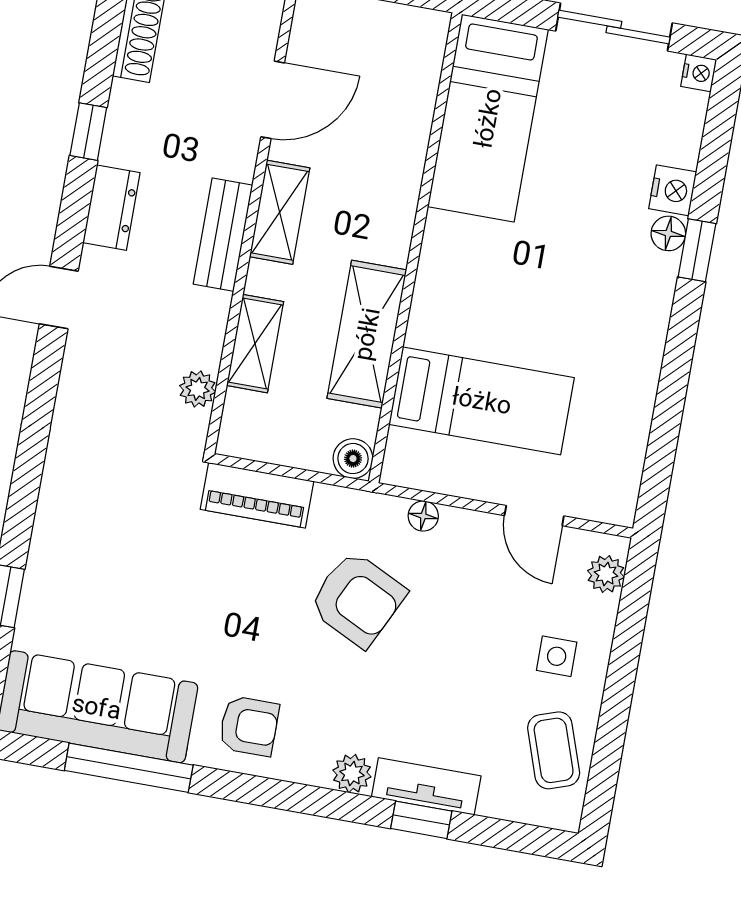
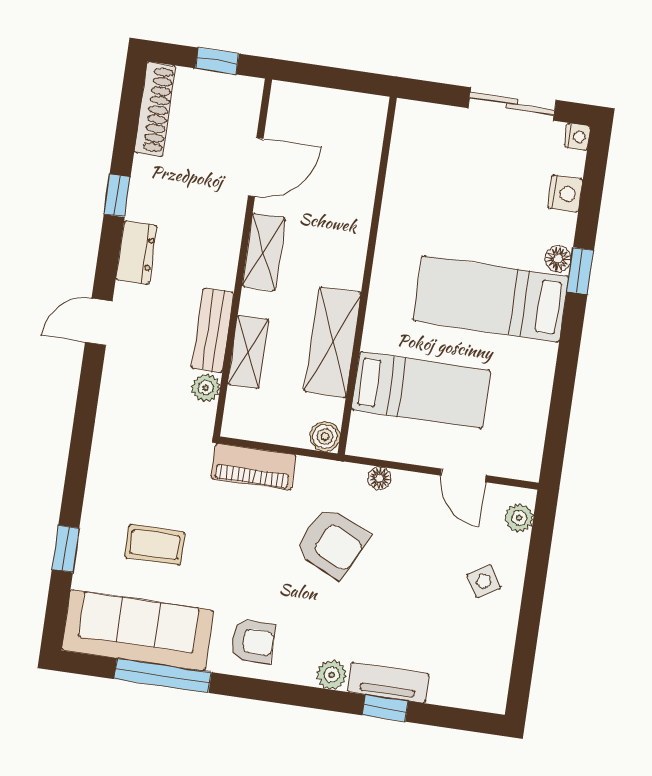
bed: (488, 118) -> (491, 299), moved, turned 90
nightstand: (673, 190) -> (565, 194), moved
bench: (223, 235) -> (213, 330), moved
side table: (557, 656) -> (484, 581), turned -31
coffee table: (554, 750) -> (155, 545), moved, turned -71

